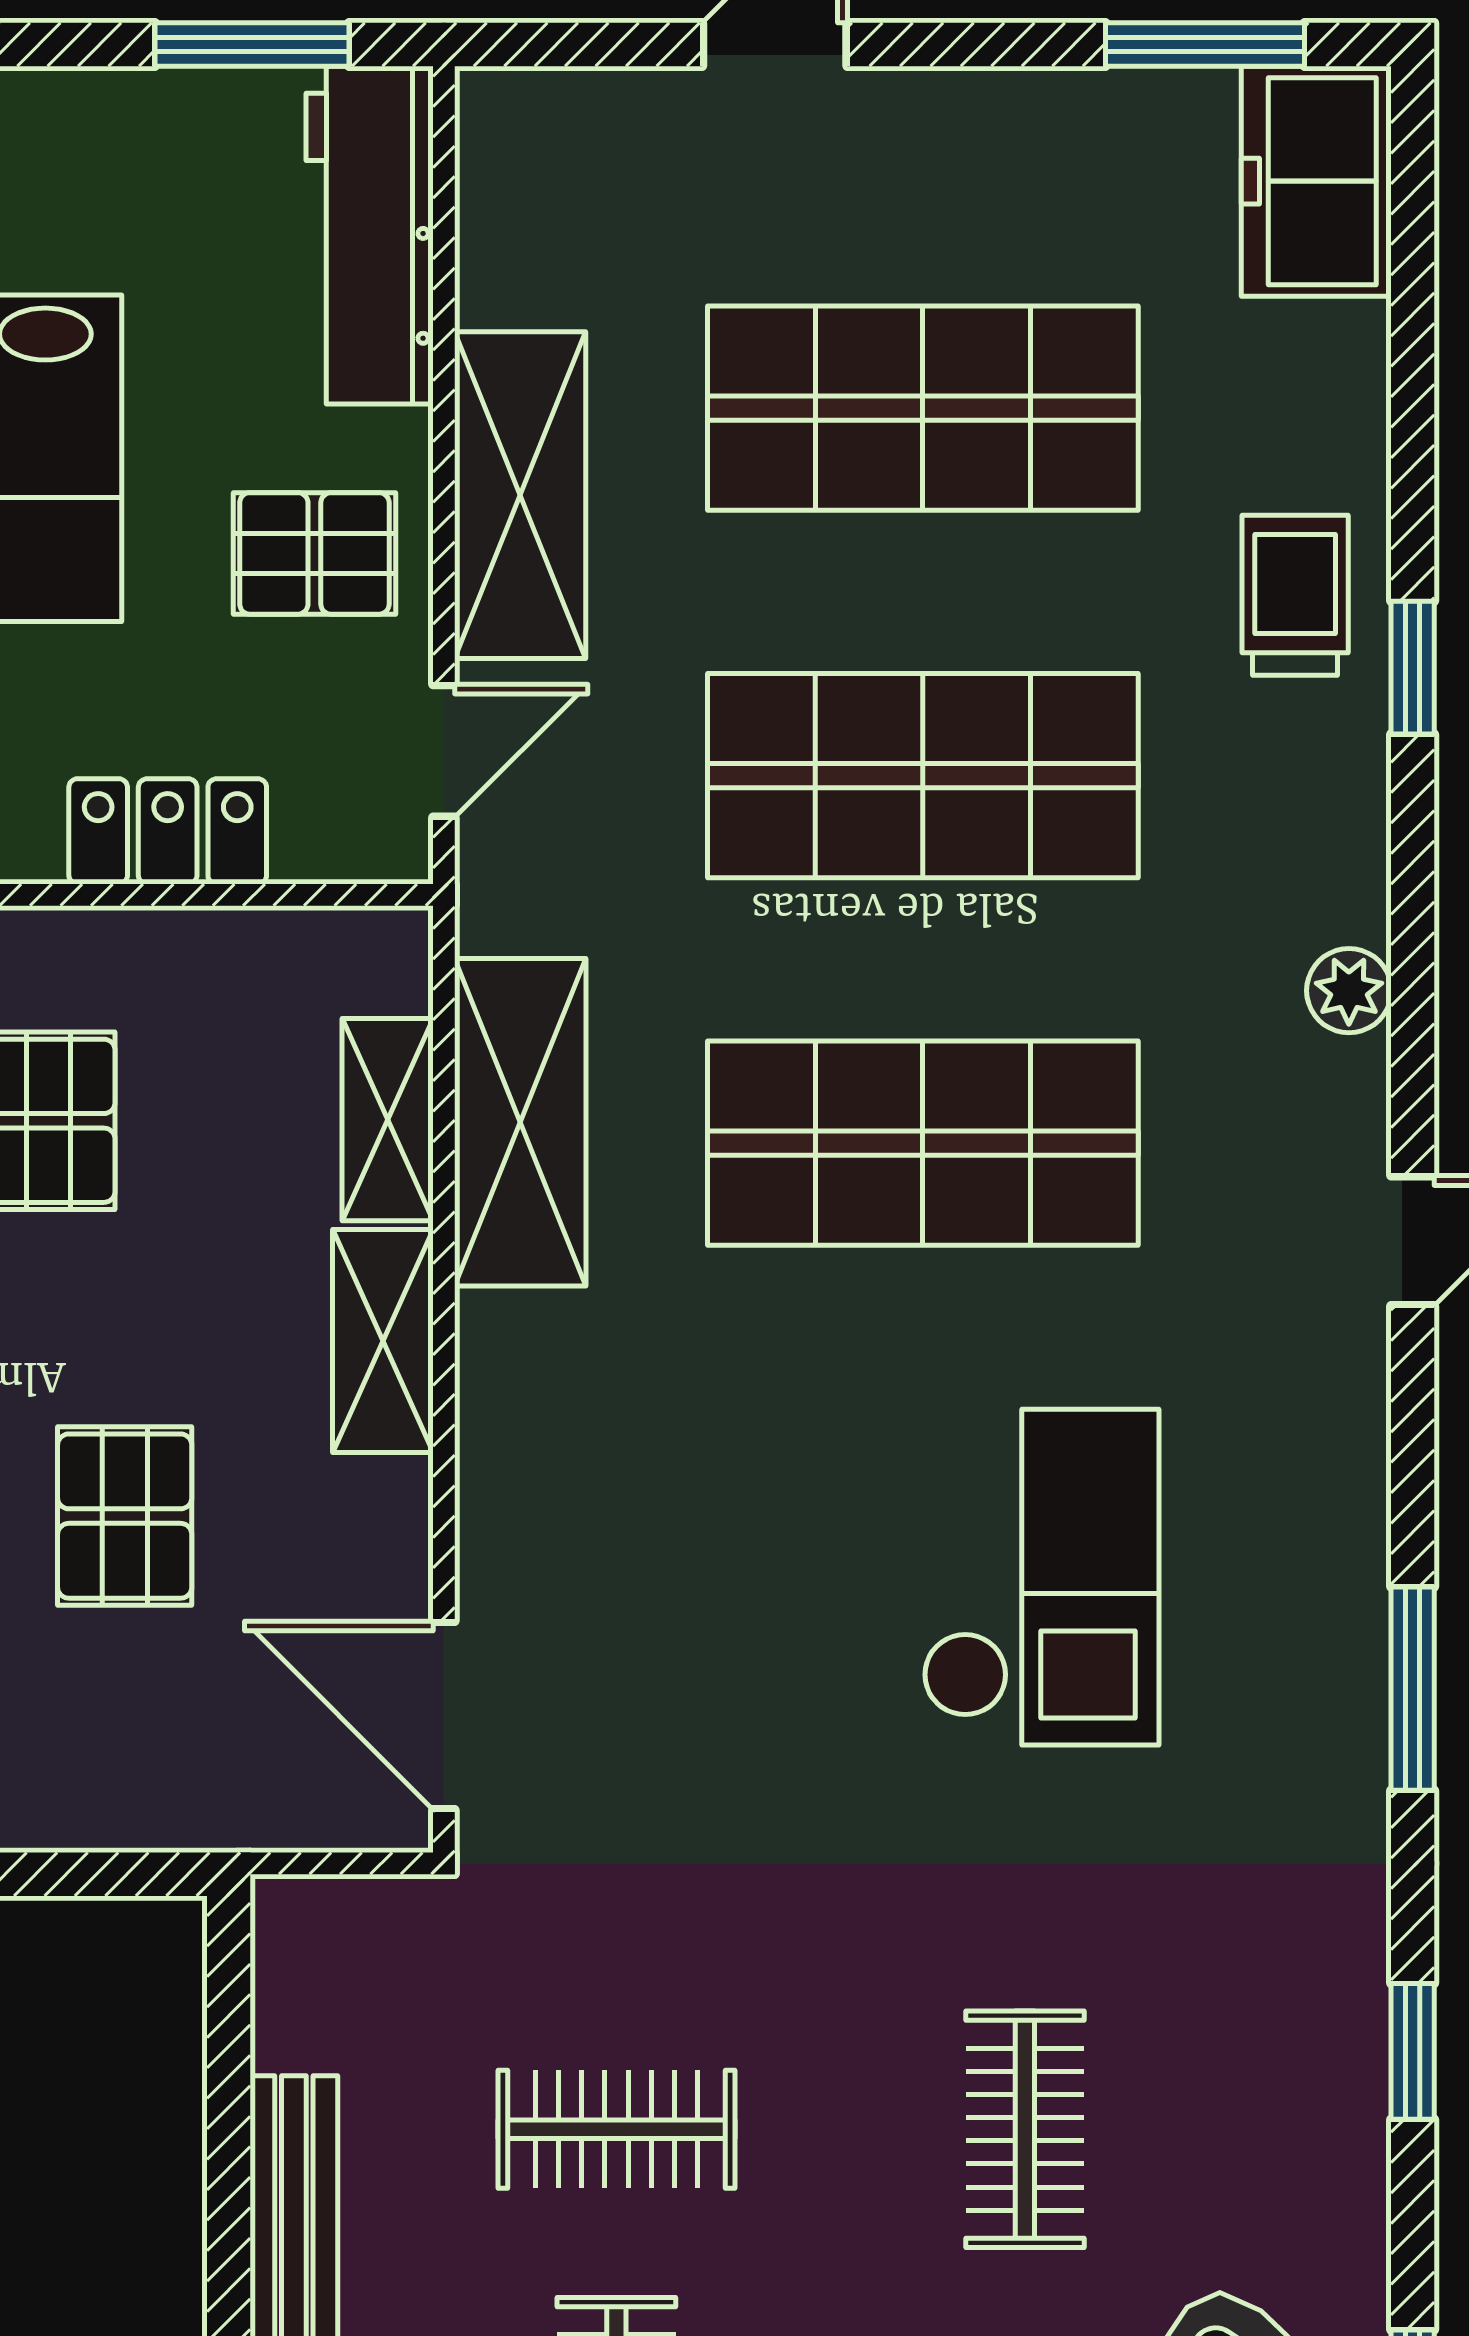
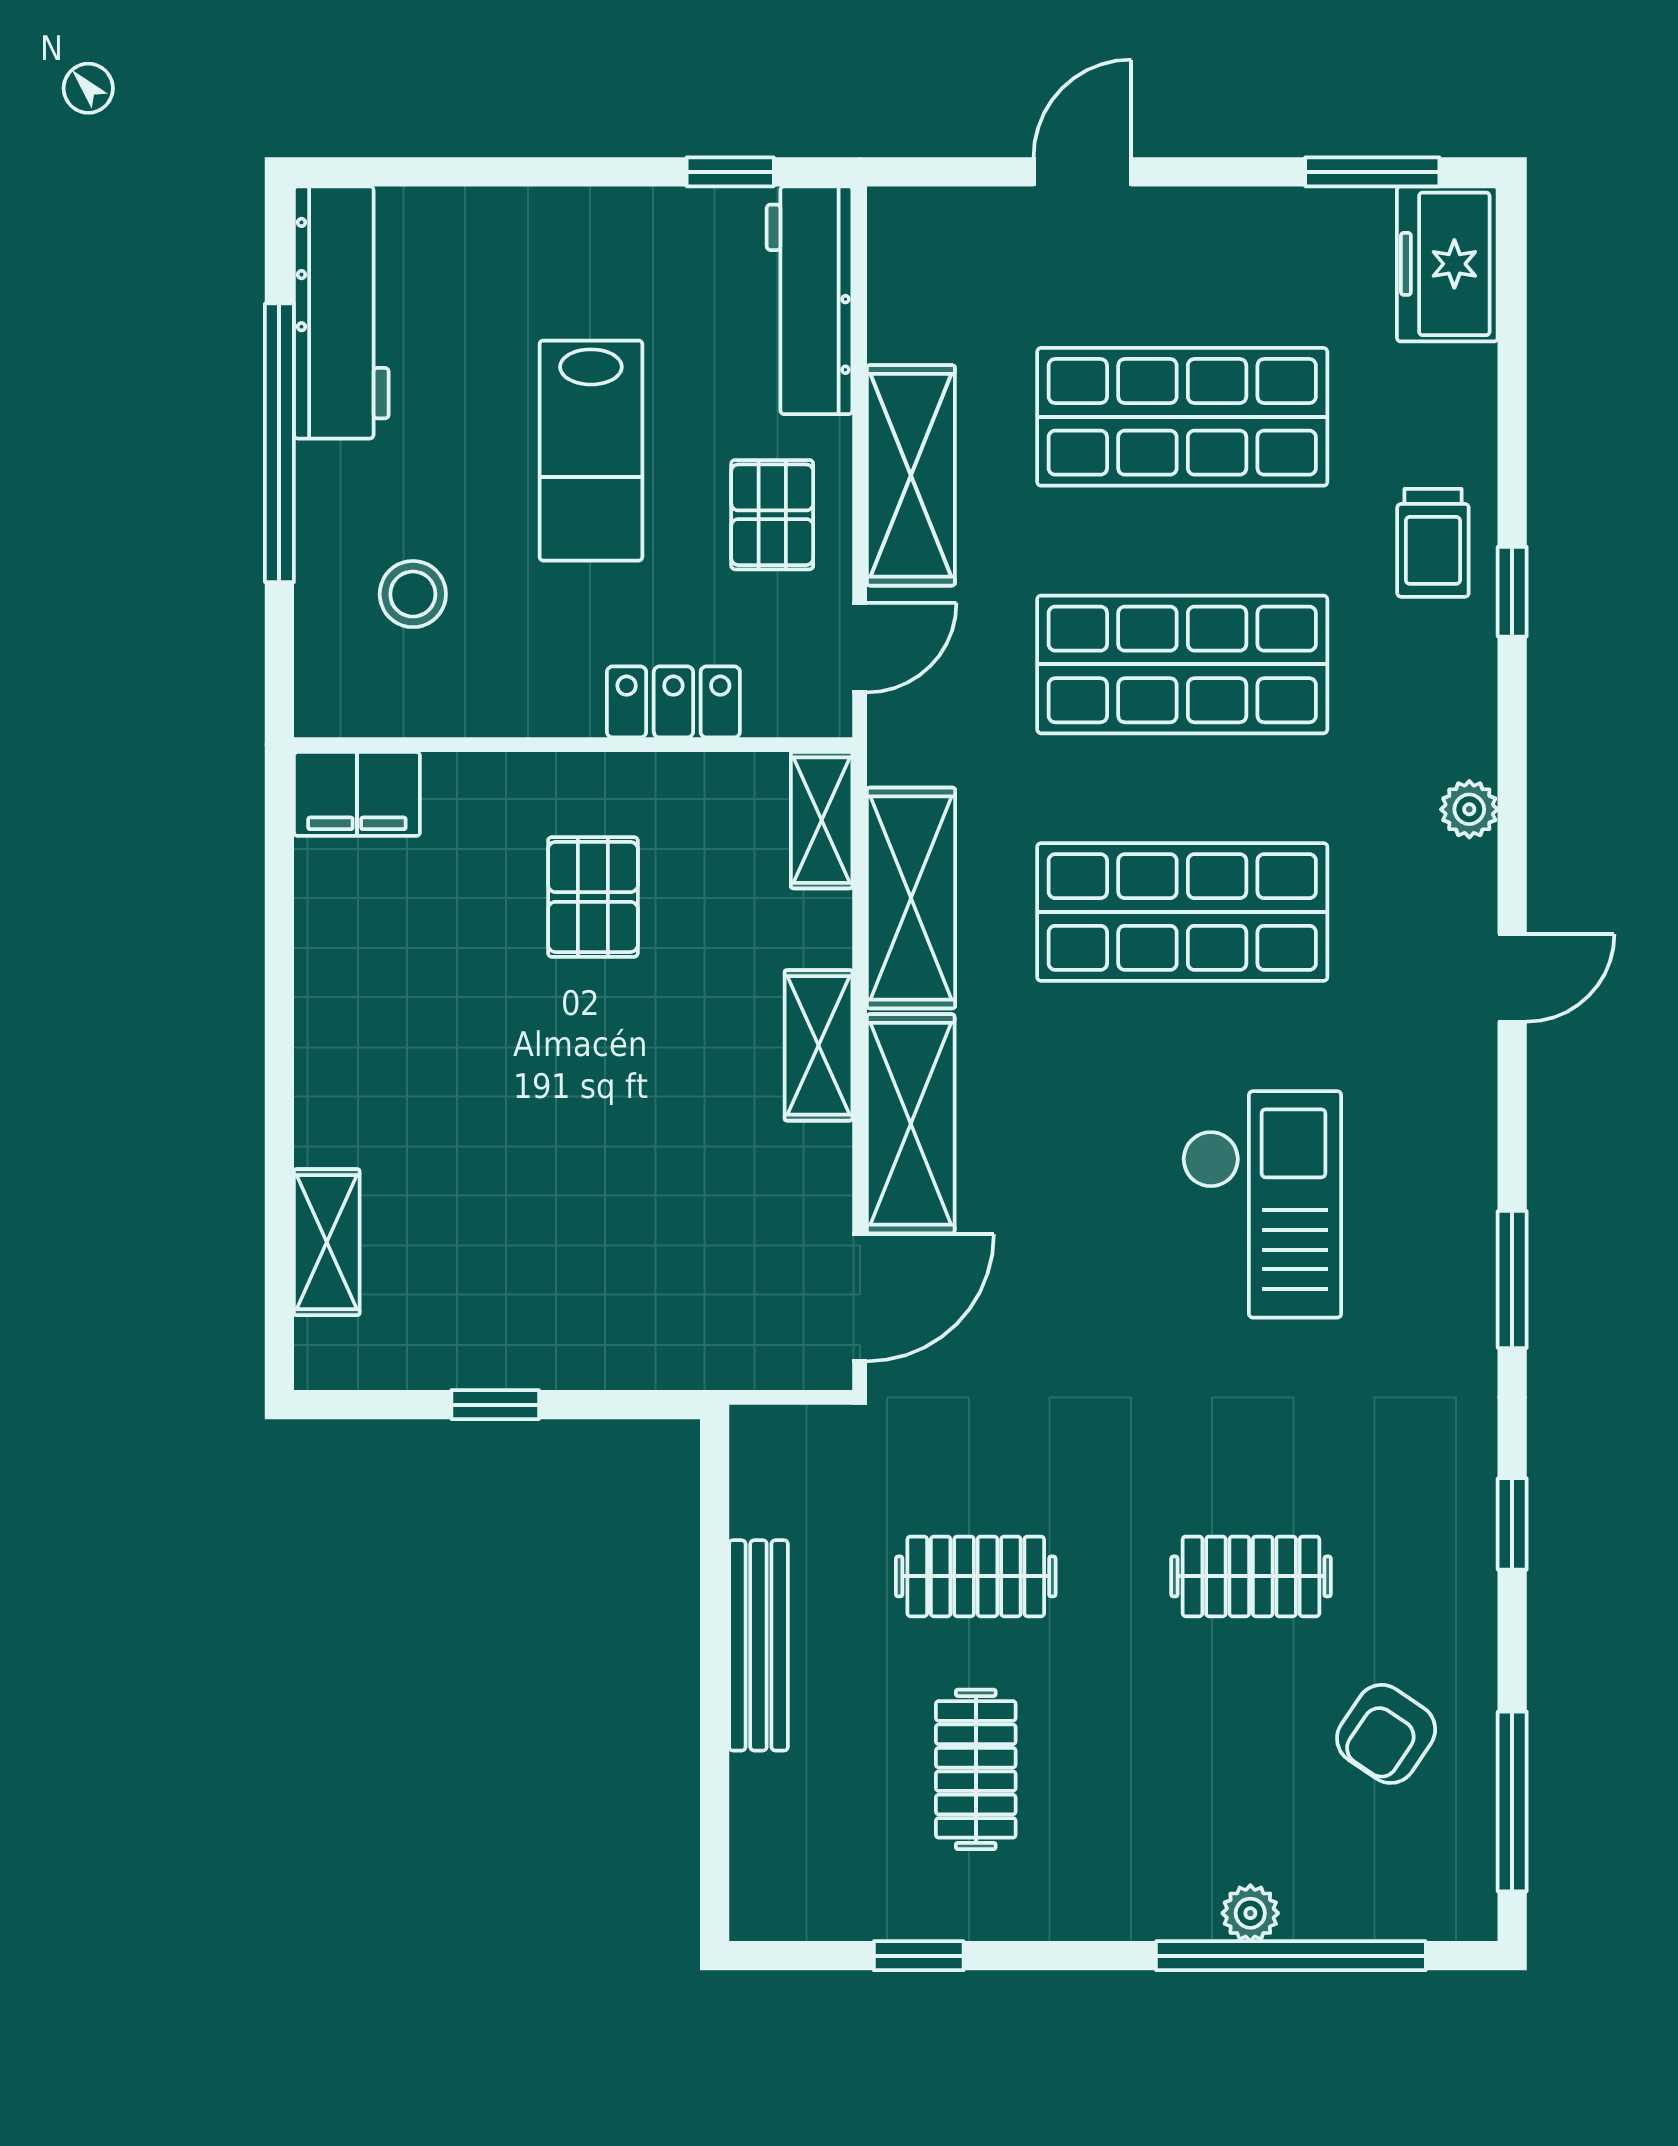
window: (252, 44) -> (730, 172), width x0.67
pallet: (314, 553) -> (772, 515), turned 90
trolley: (1295, 595) -> (1433, 543), turned 180
shelving: (388, 1120) -> (822, 820), moved
shelving: (520, 1457) -> (911, 1124), added
pallet: (125, 1516) -> (644, 1163), removed
door: (444, 1716) -> (860, 1298), swing flipped
clothes rail: (1025, 2129) -> (1251, 1576), turned 90

